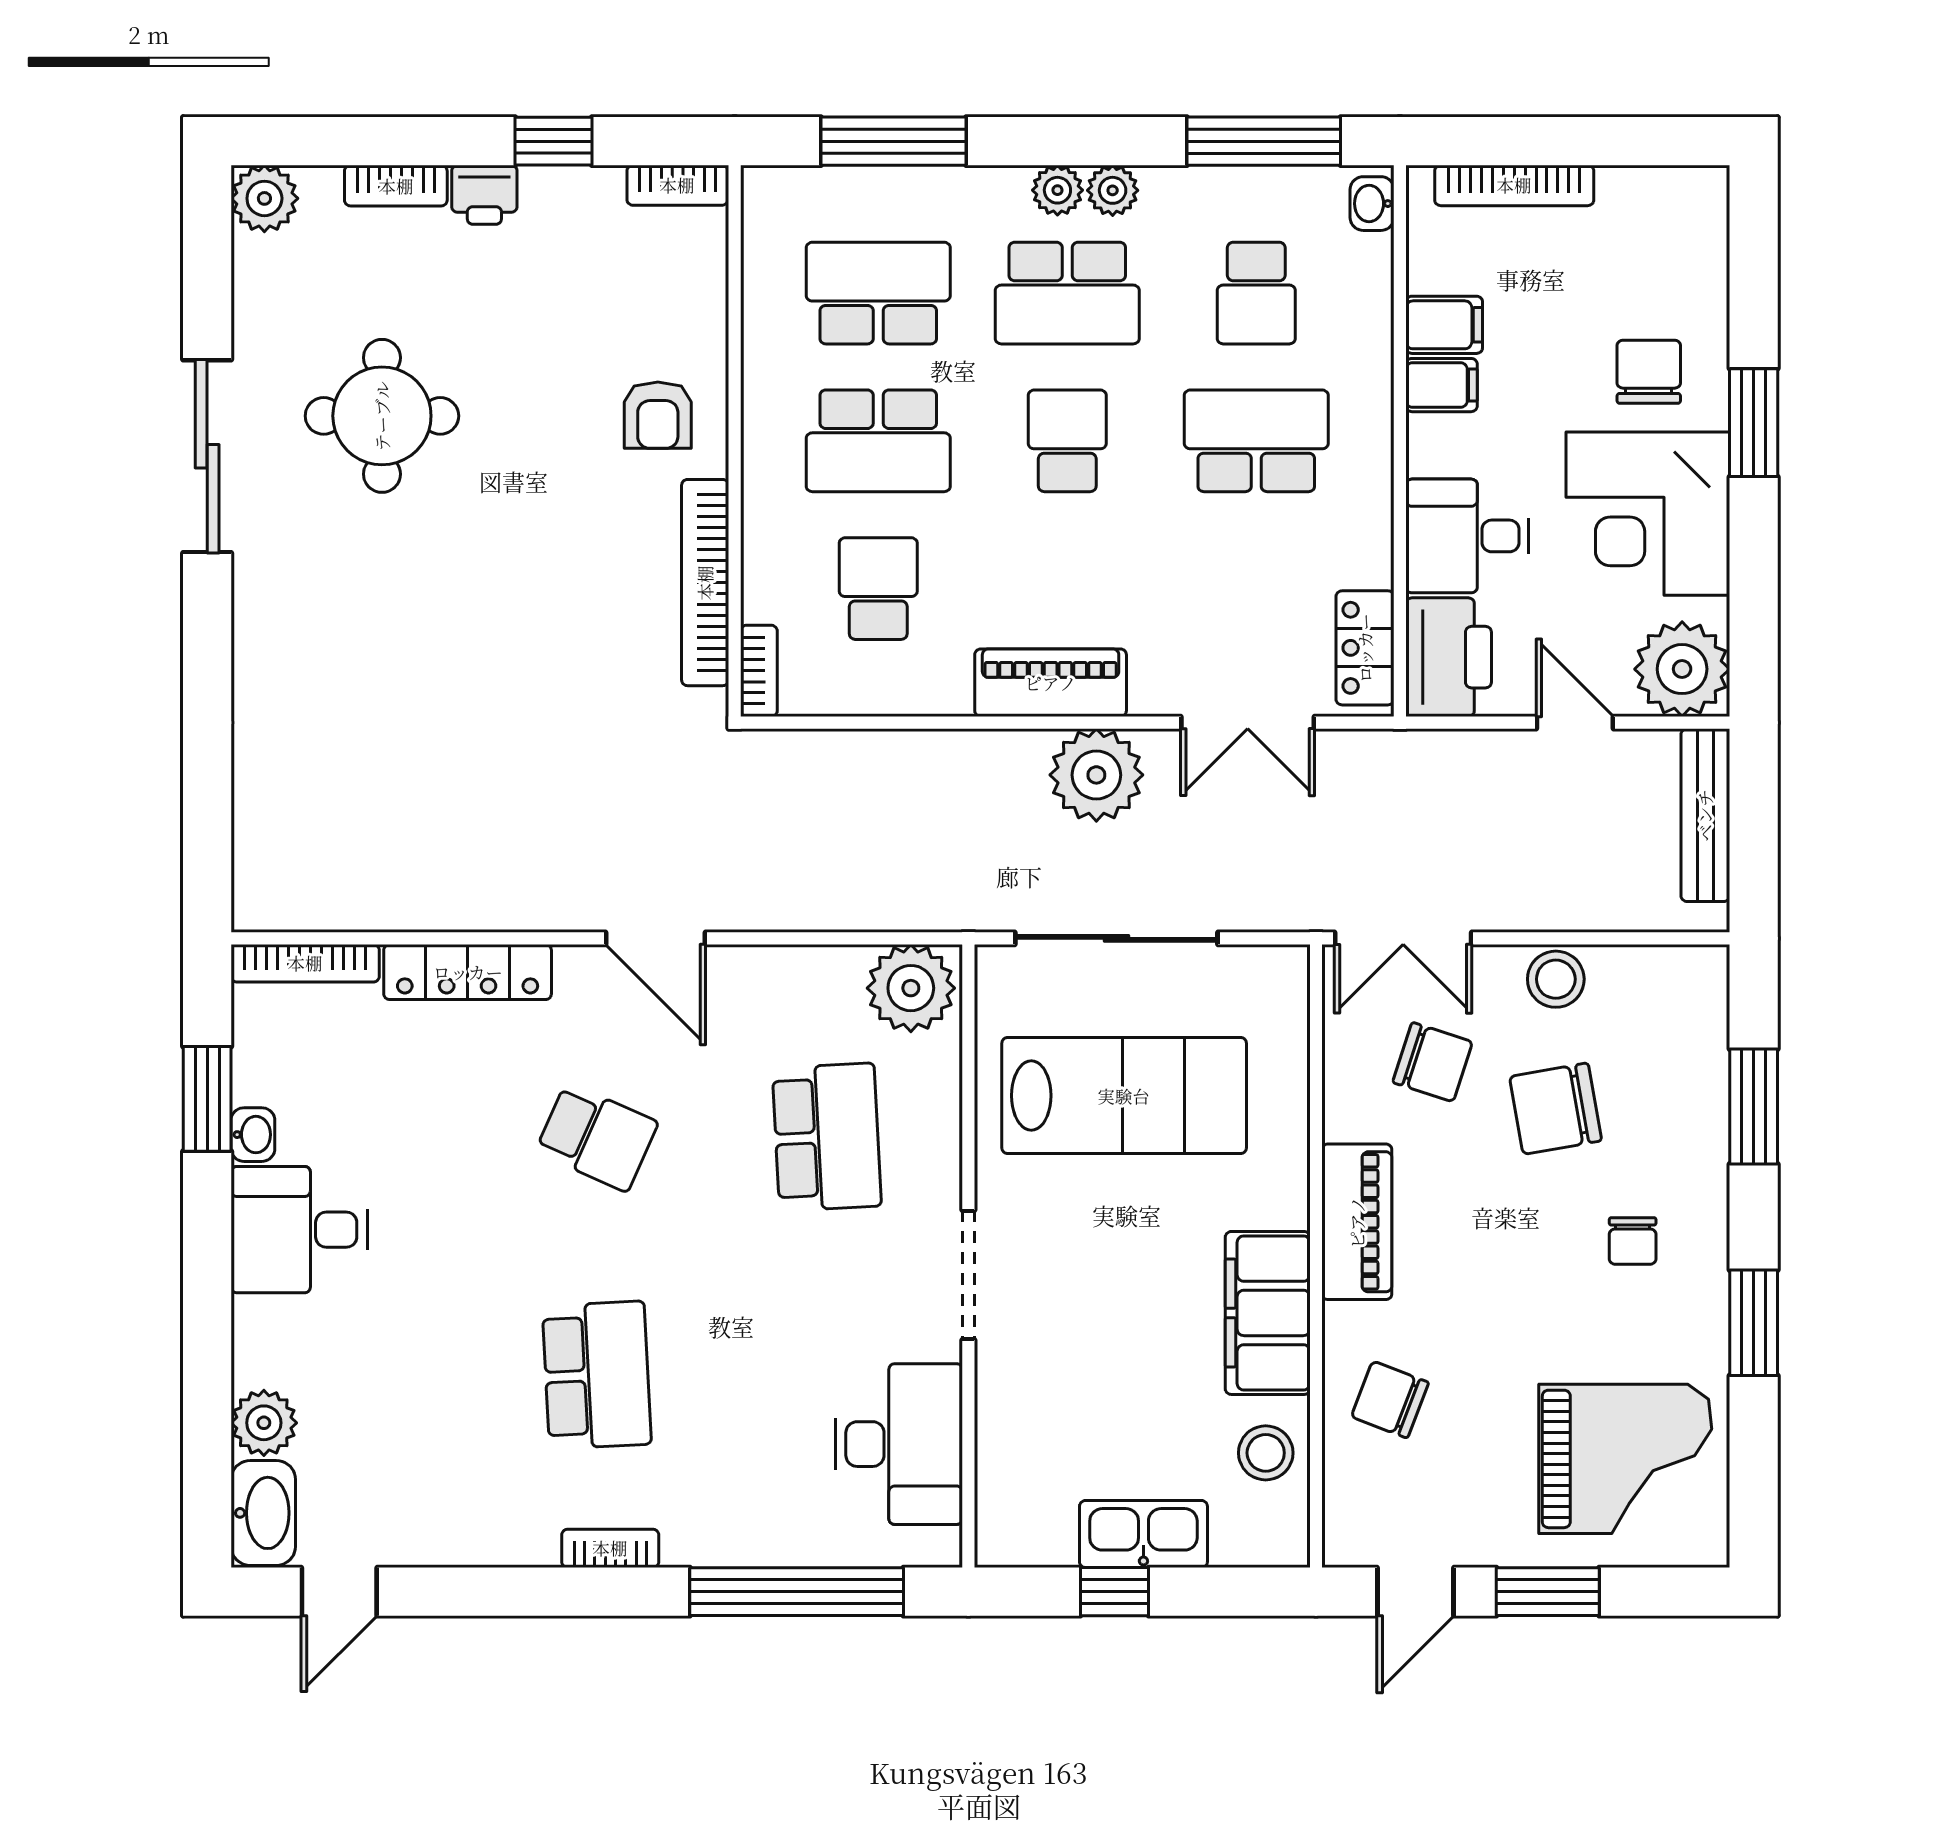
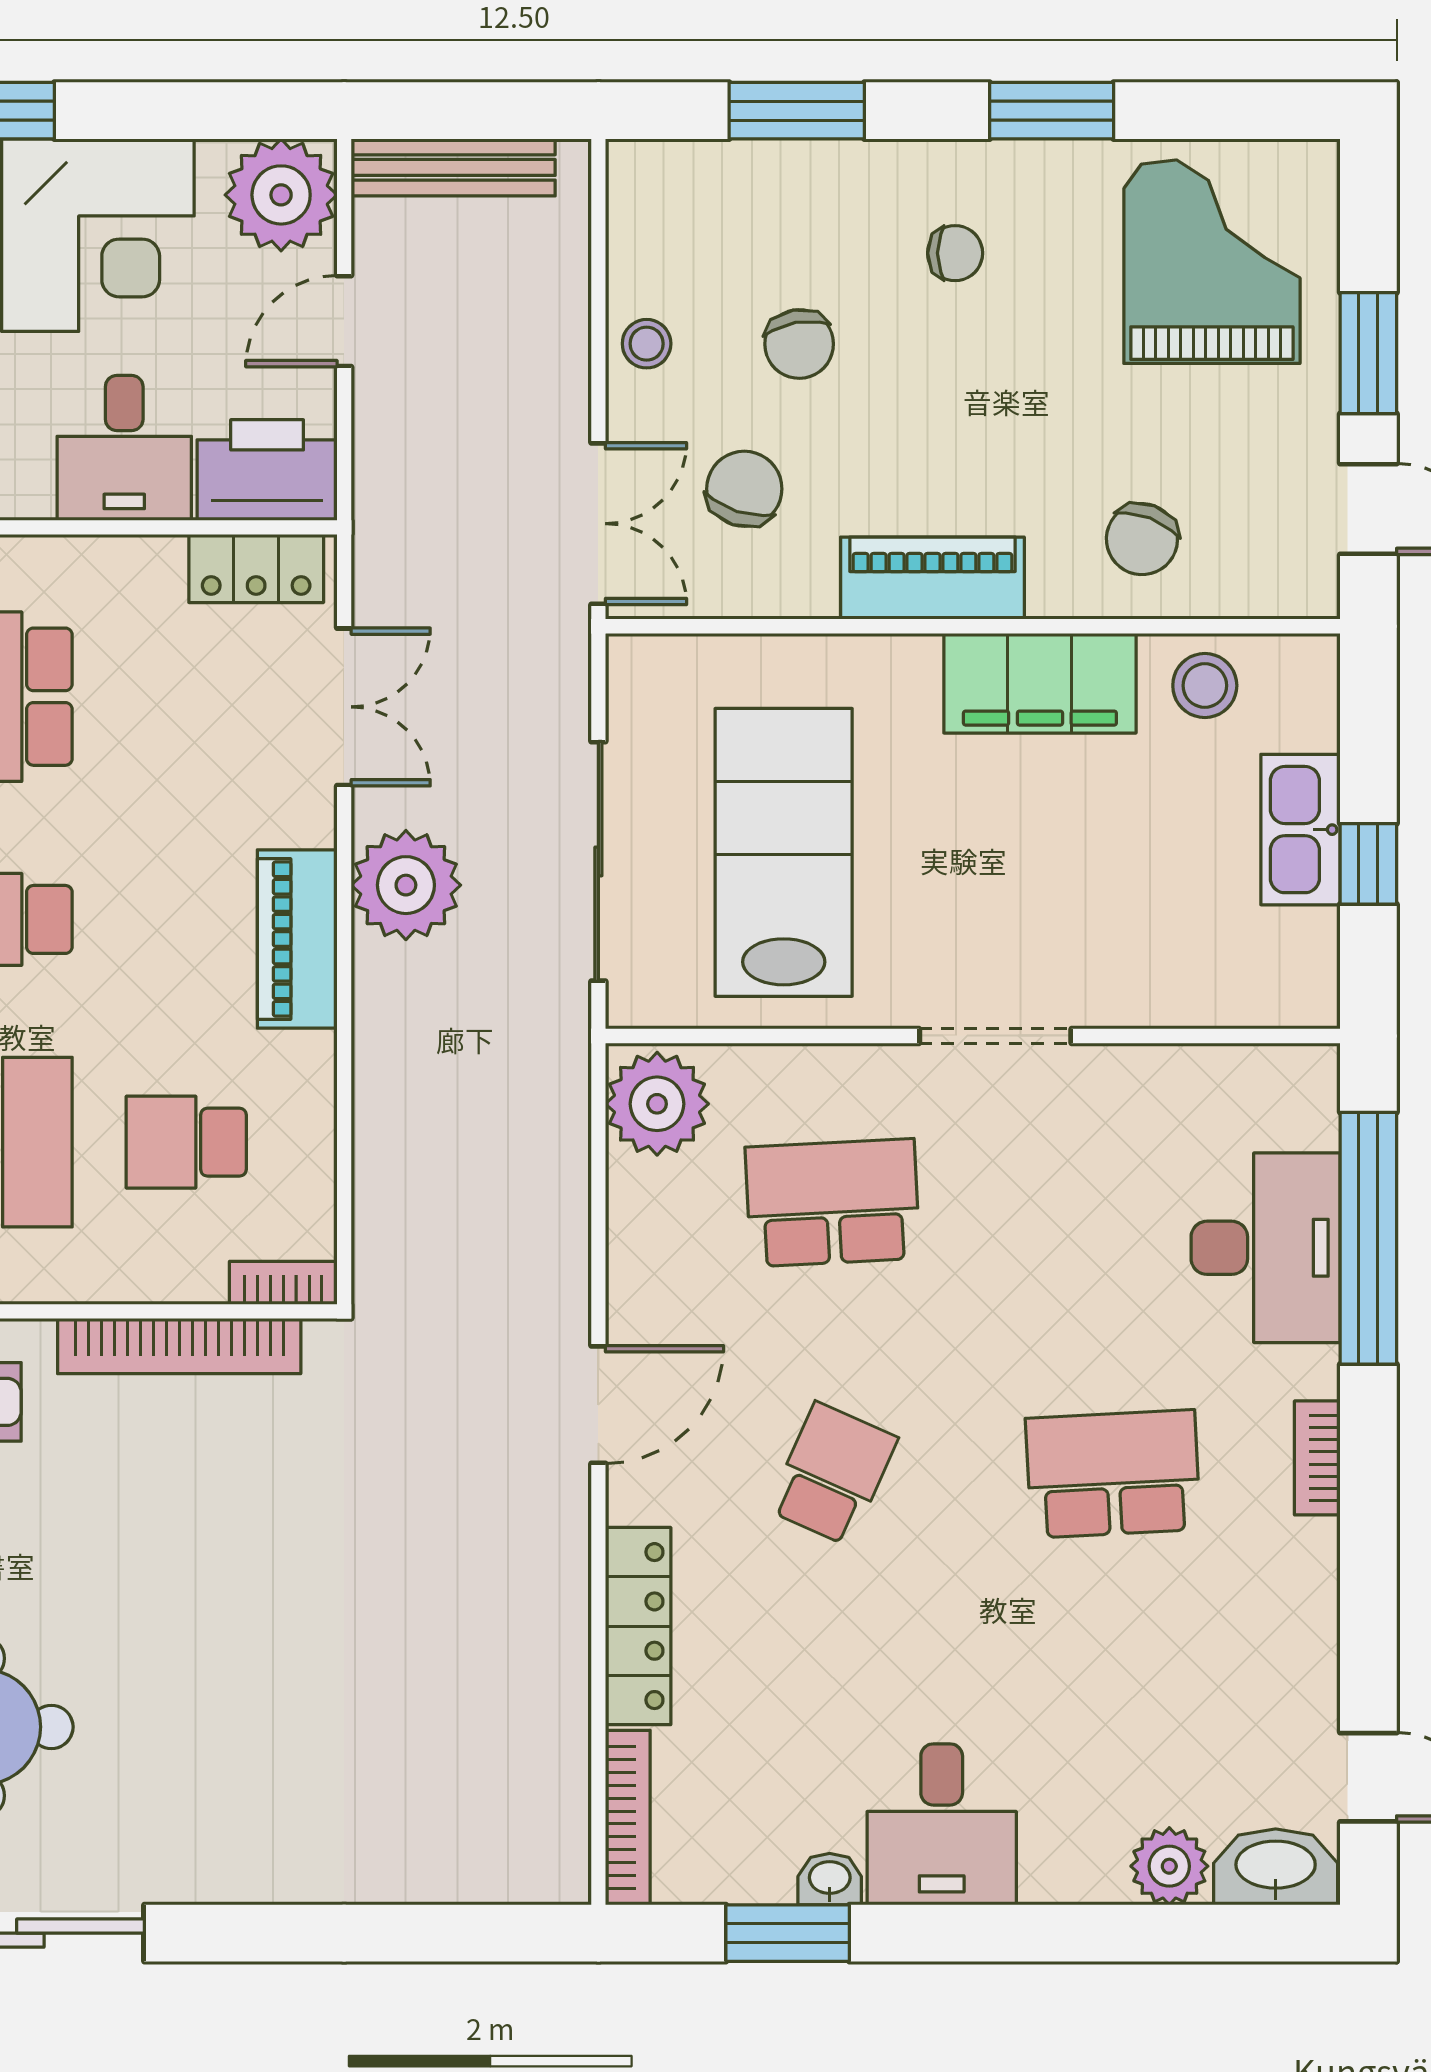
stool: (1556, 979) -> (647, 344), width x0.73, depth x0.73
chair: (1556, 1109) -> (799, 344), width x0.73, depth x0.73
desk: (899, 1444) -> (1266, 1248), moved, turned 90

